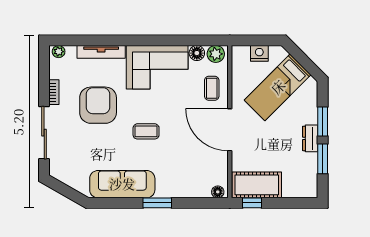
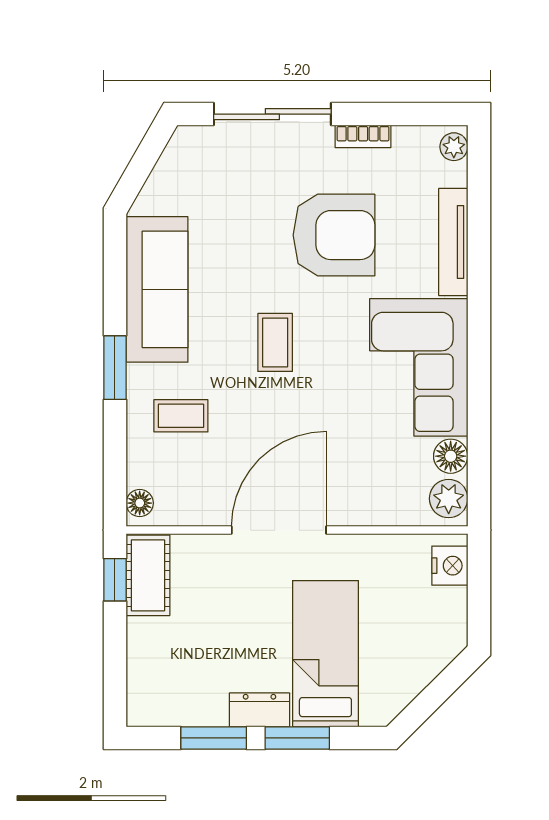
nightstand: (259, 53) -> (450, 566), moved
bed: (278, 87) -> (325, 654), moved, turned 45
coffee table: (212, 88) -> (181, 416), moved
cot: (257, 185) -> (148, 575), width x0.73, depth x0.75

